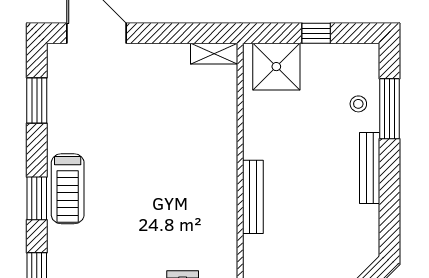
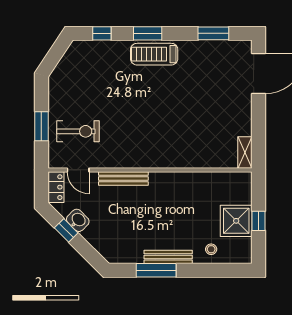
shower: (276, 67) -> (236, 221), moved
window: (389, 109) -> (156, 270), moved
bench: (253, 197) -> (123, 178), moved

